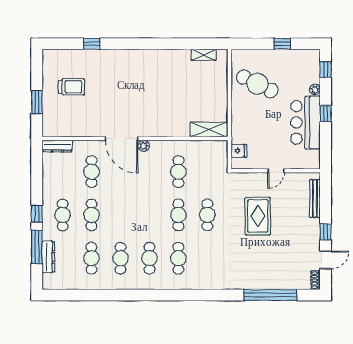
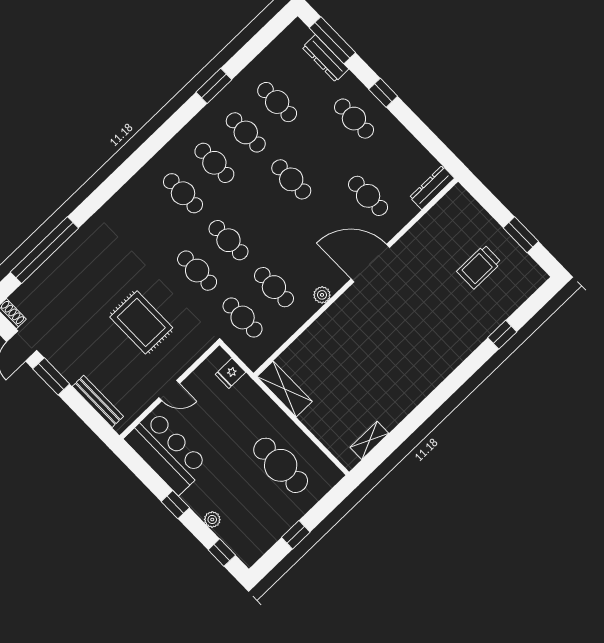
cafe table: (257, 84) -> (281, 465), turned 64
window: (37, 102) -> (521, 235), moved
bar counter: (306, 122) -> (167, 452), moved
shelving: (209, 129) -> (285, 389), moved, turned 90
plant: (144, 146) -> (322, 295), moved
door: (276, 171) -> (169, 390), swing flipped
cafe table: (207, 172) -> (243, 317), added
cafe table: (92, 215) -> (291, 179), moved
window: (326, 232) -> (51, 376), width x1.50
window: (37, 247) -> (332, 40), moved
window: (114, 295) -> (214, 86), added

